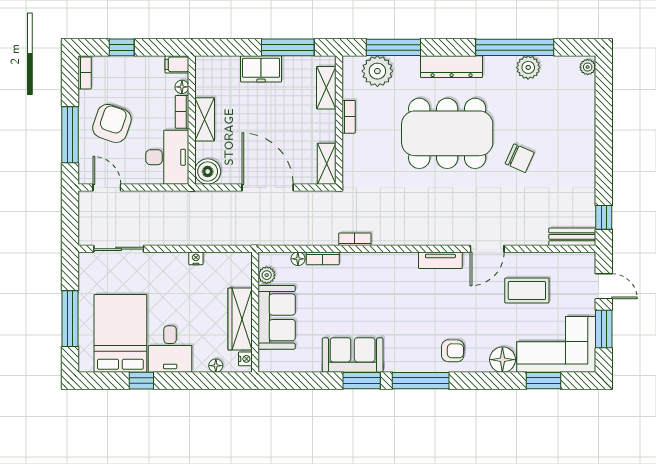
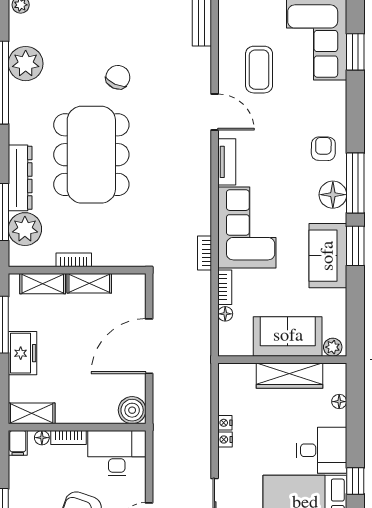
dresser: (452, 67) -> (20, 178), moved
plant: (528, 67) -> (26, 64), width x1.36, depth x1.36
shelving: (205, 119) -> (32, 413), moved
shelving: (327, 164) -> (89, 283), moved
plant: (267, 275) -> (333, 347), moved
corner sofa: (379, 279) -> (247, 228), added
nightstand: (245, 359) -> (225, 439), moved, turned -90
floor lamp: (502, 360) -> (333, 195), moved

